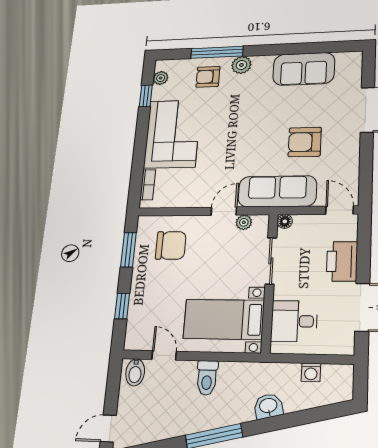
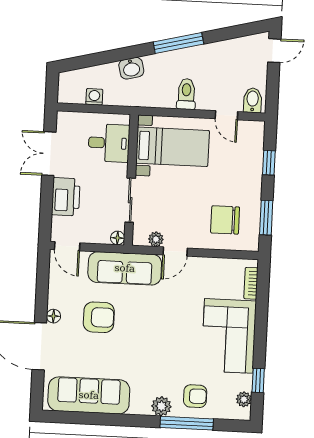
sofa: (304, 69) -> (89, 395), width x1.36
floor lamp: (353, 140) -> (53, 316), added

